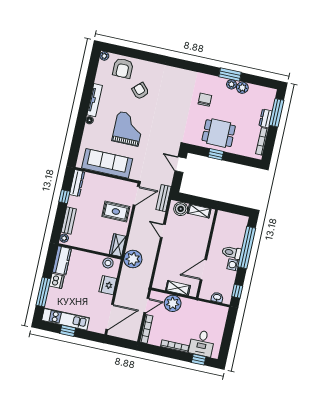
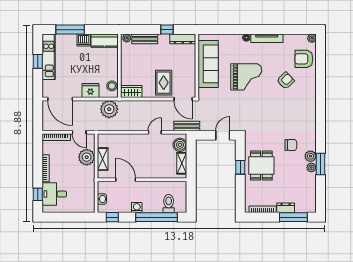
plant: (242, 88) -> (310, 156), moved
toilet: (232, 253) -> (169, 204), moved
plant: (133, 259) -> (109, 109), moved

